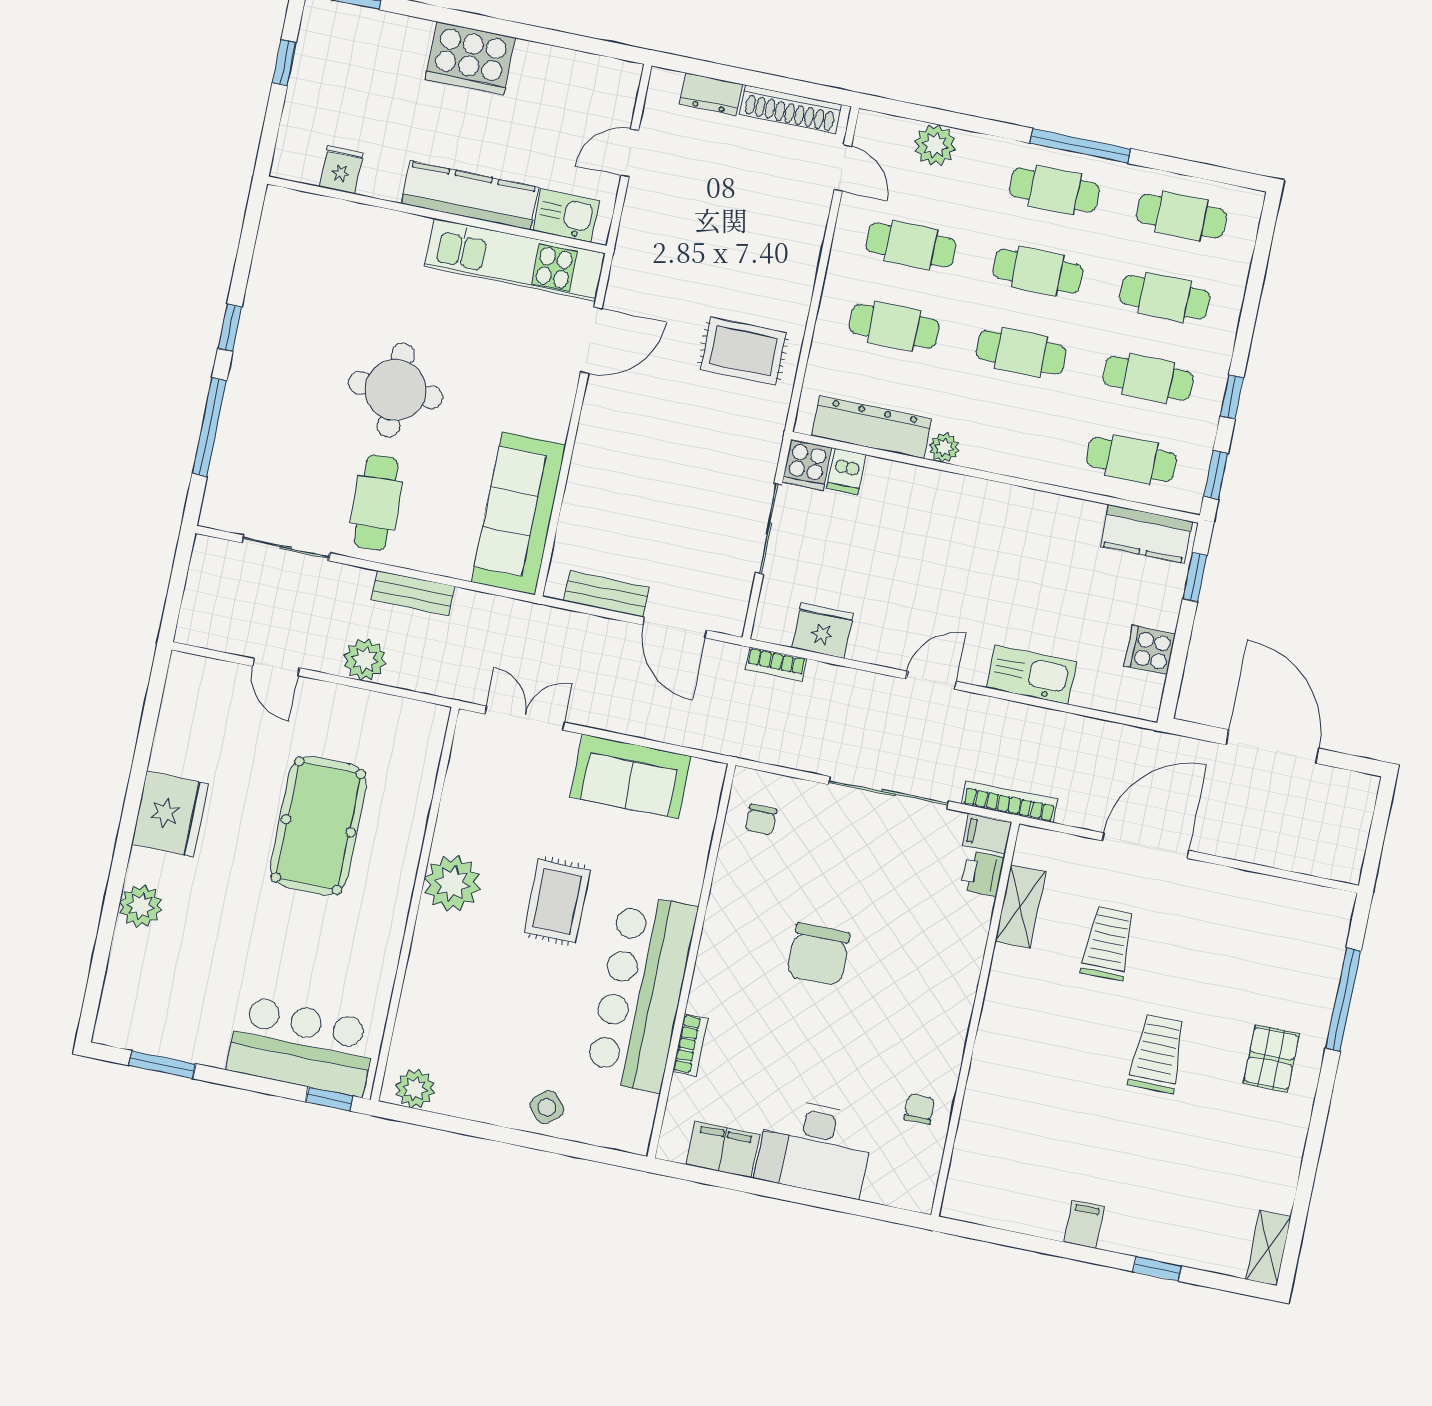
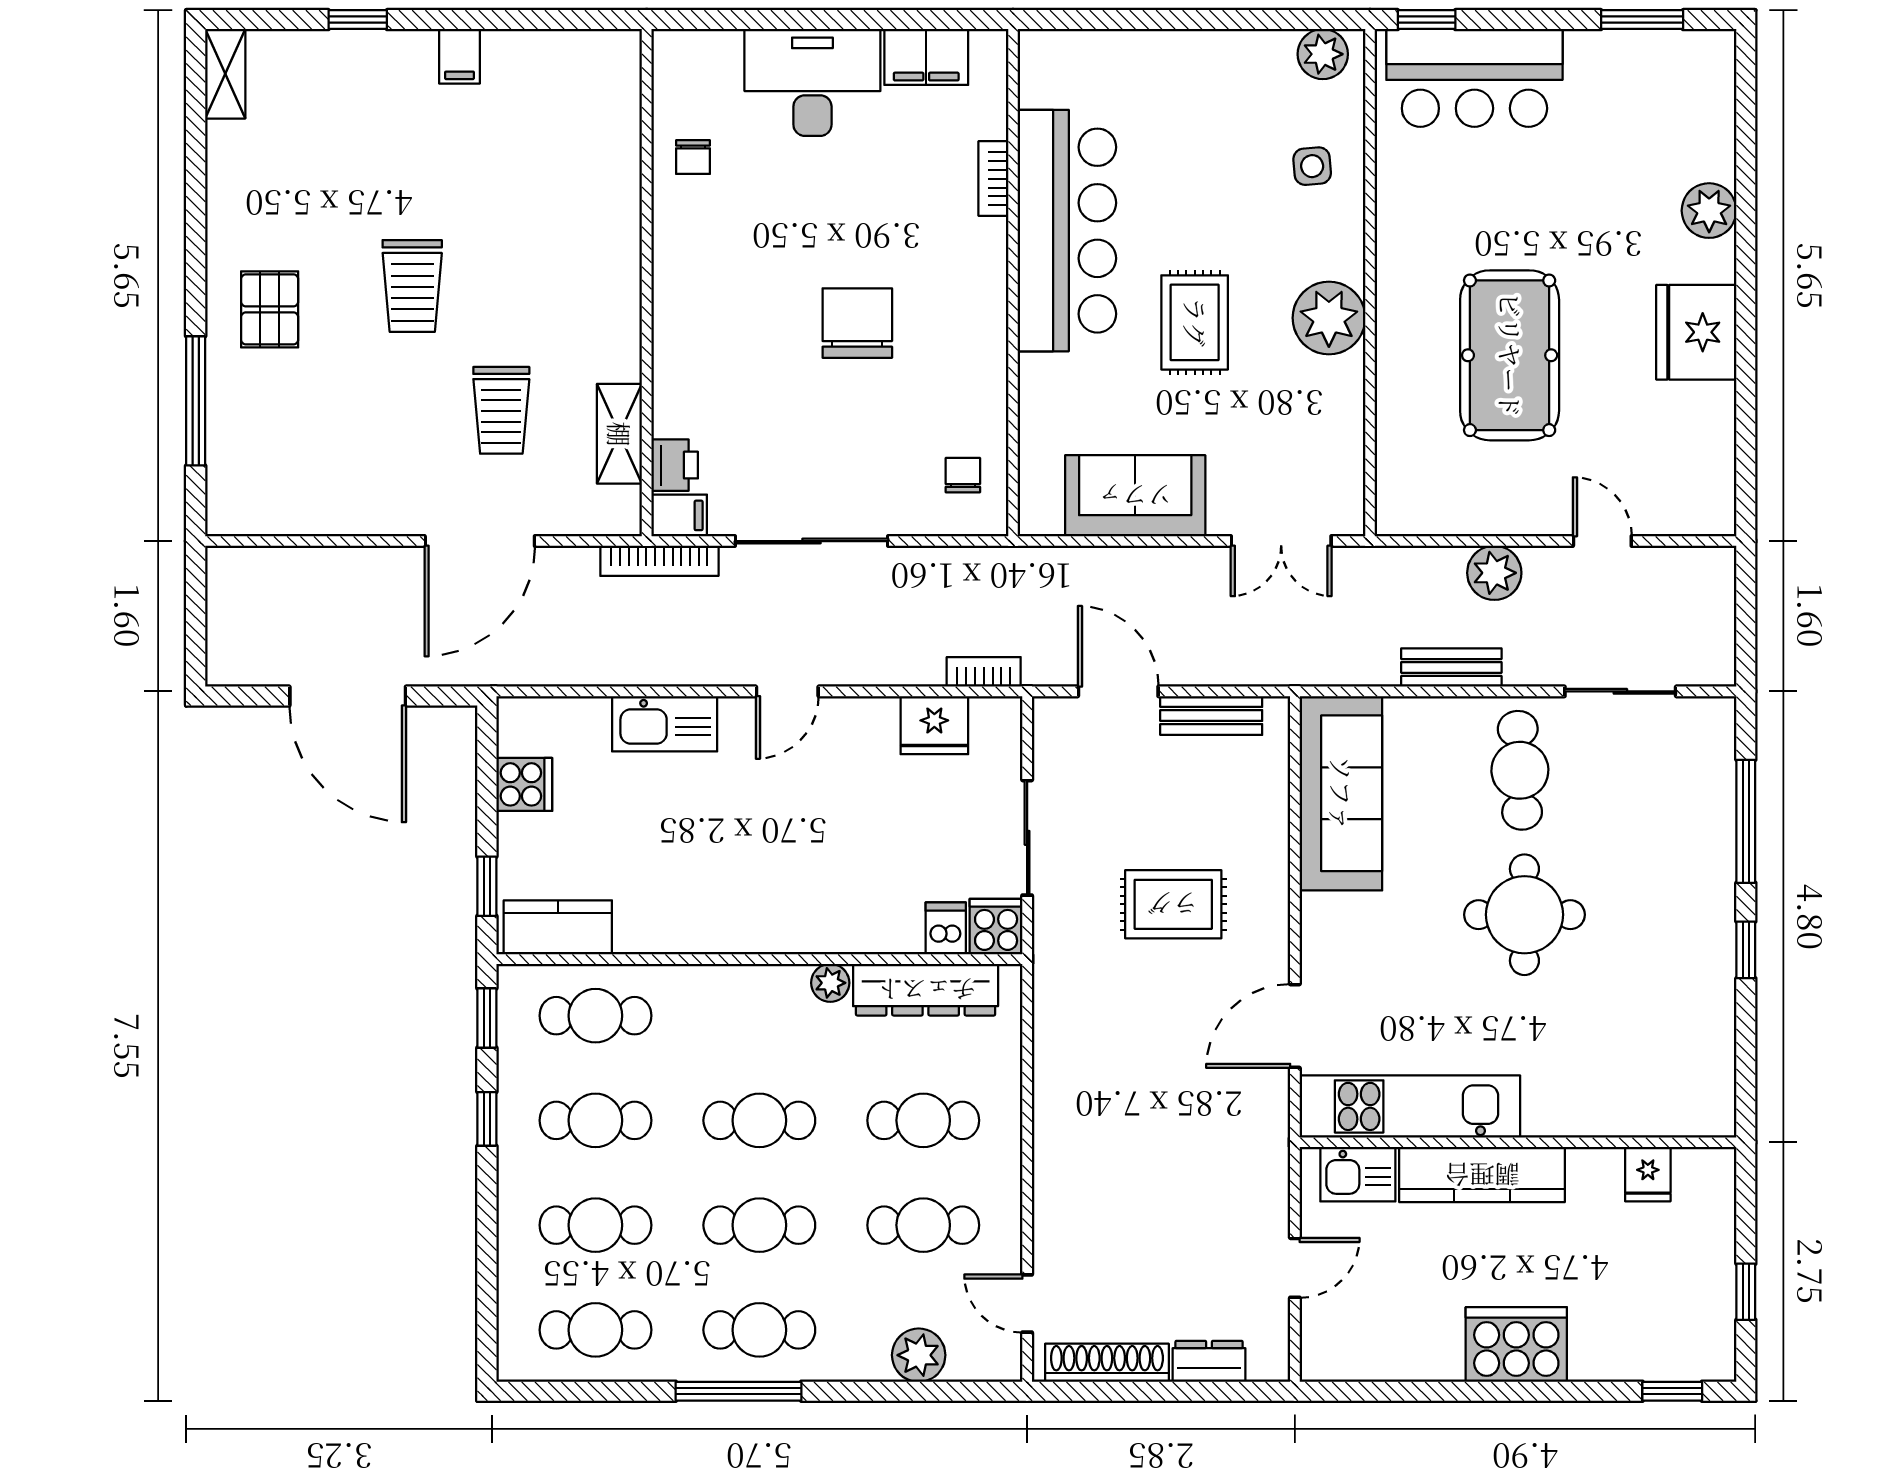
rug: (743, 351) -> (1173, 904), moved
side table: (547, 1107) -> (1312, 166), moved, turned 36

